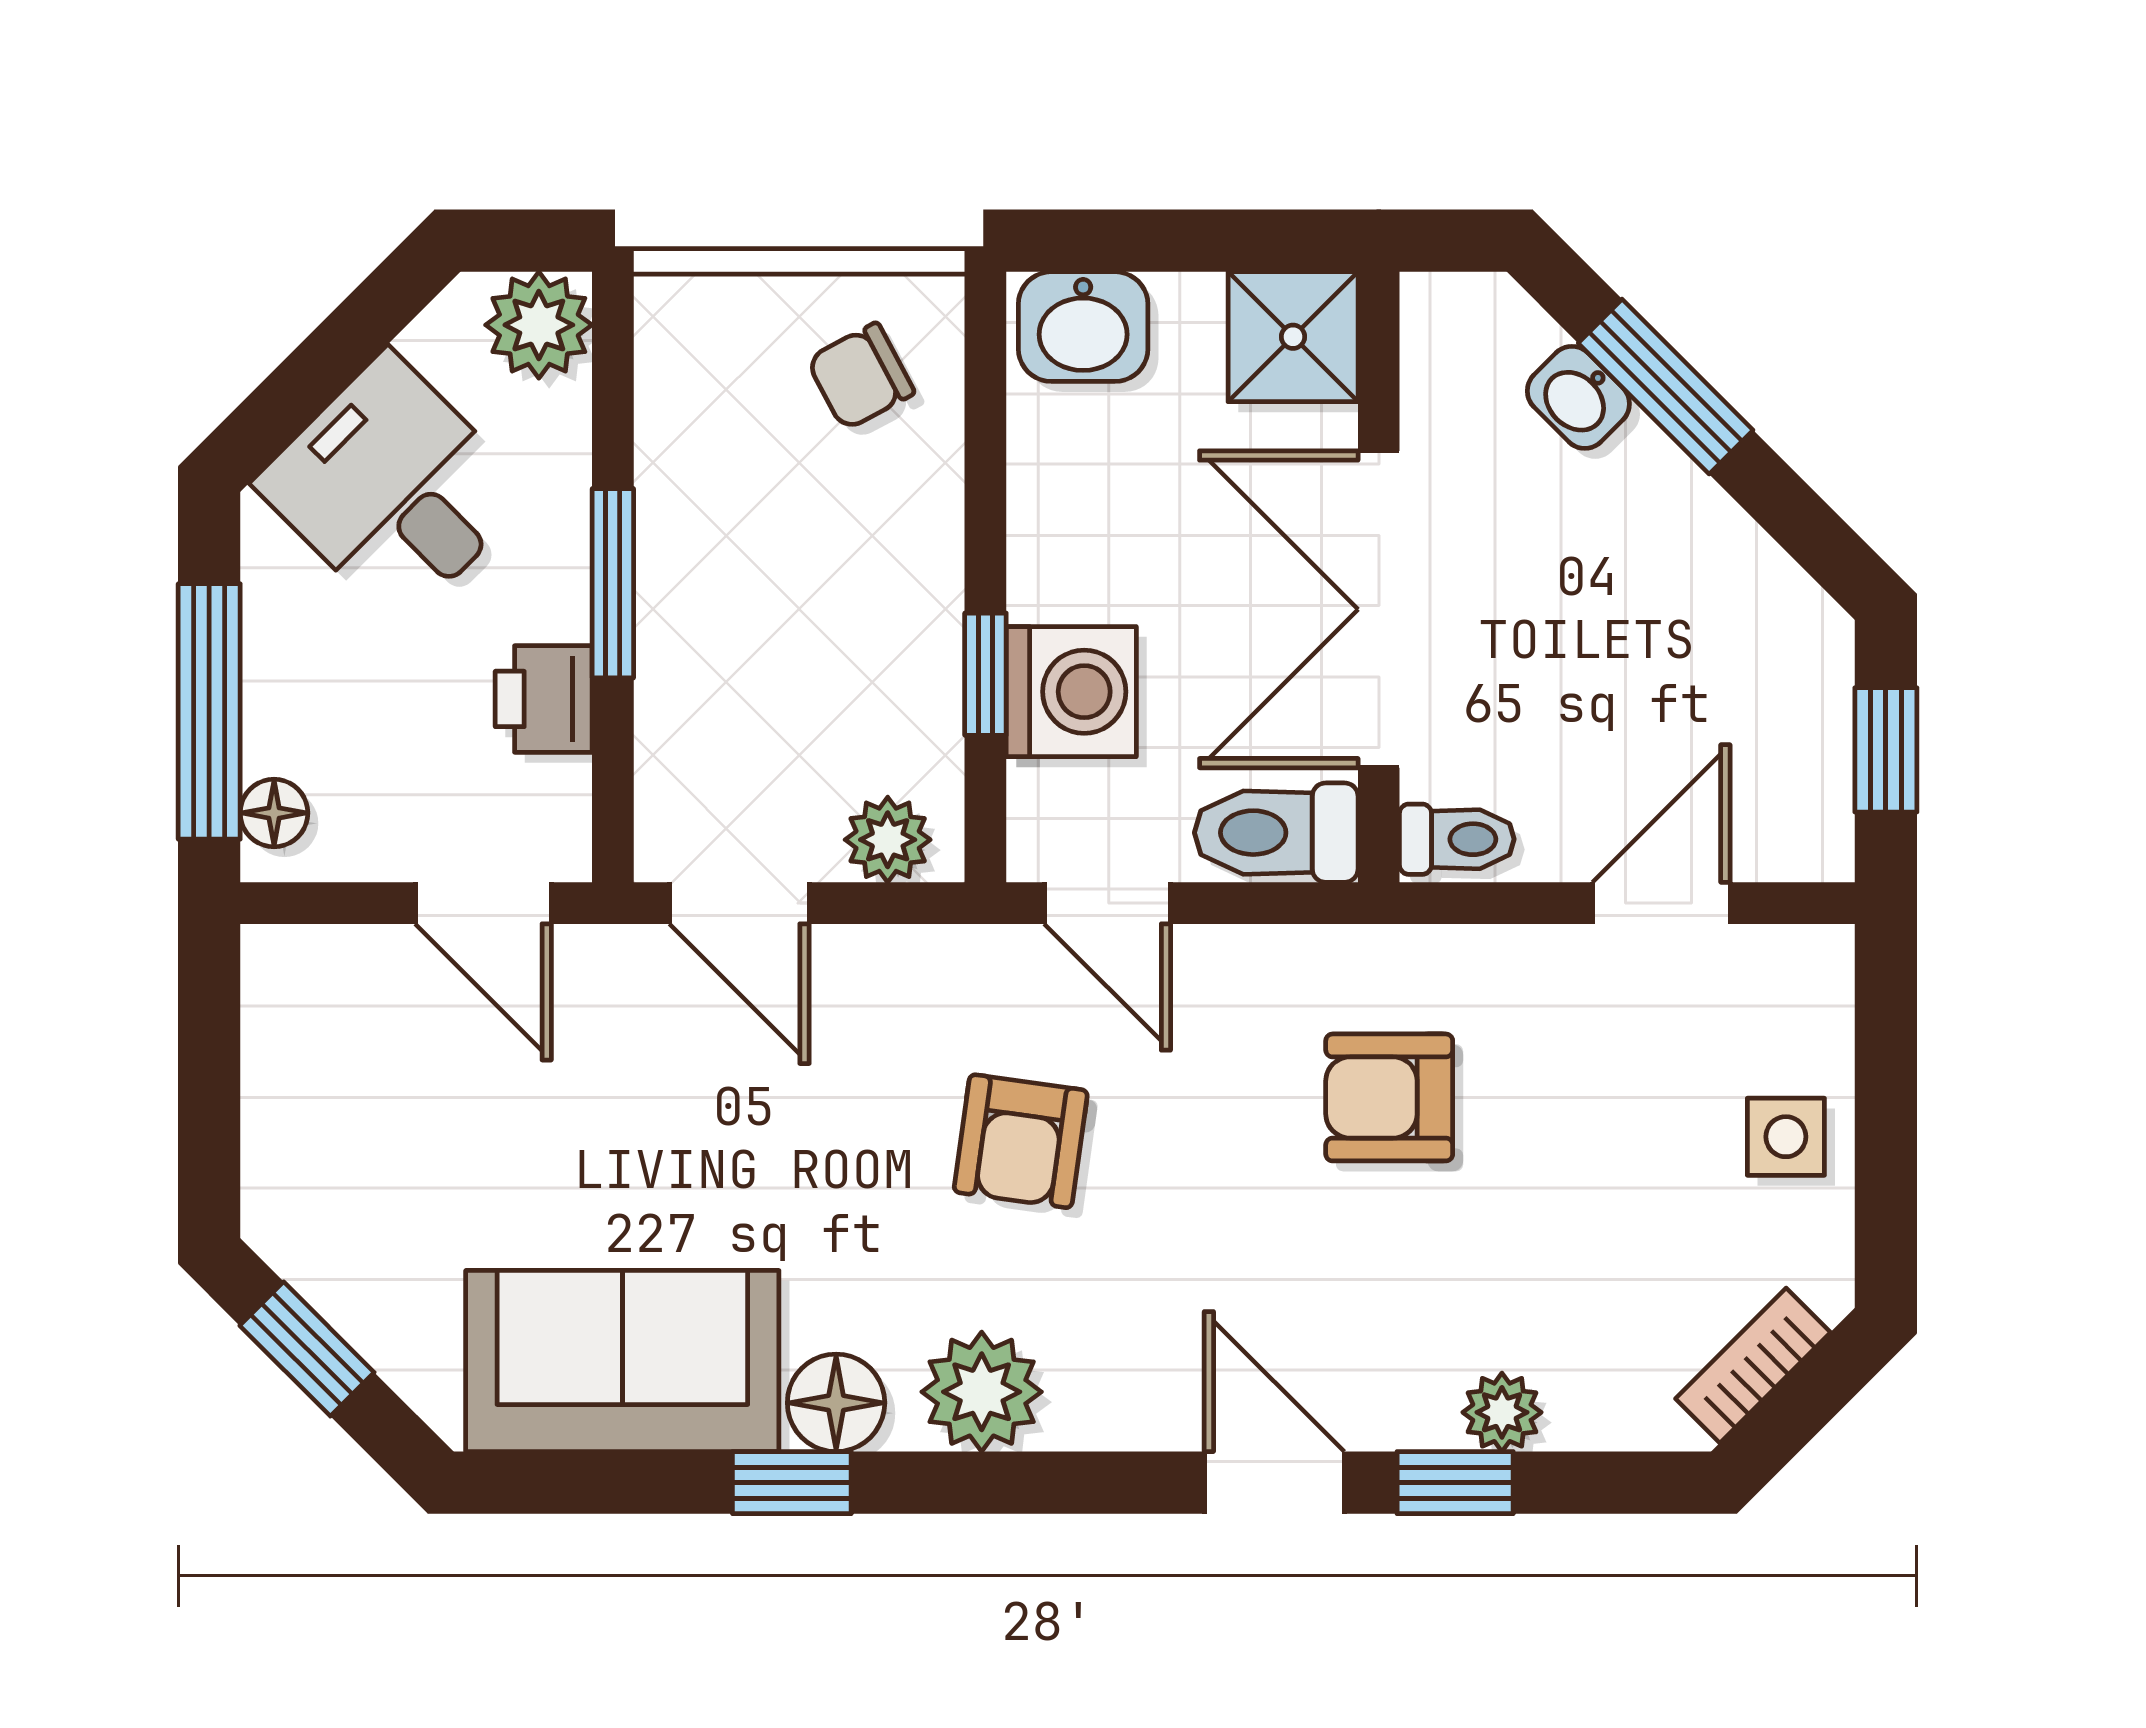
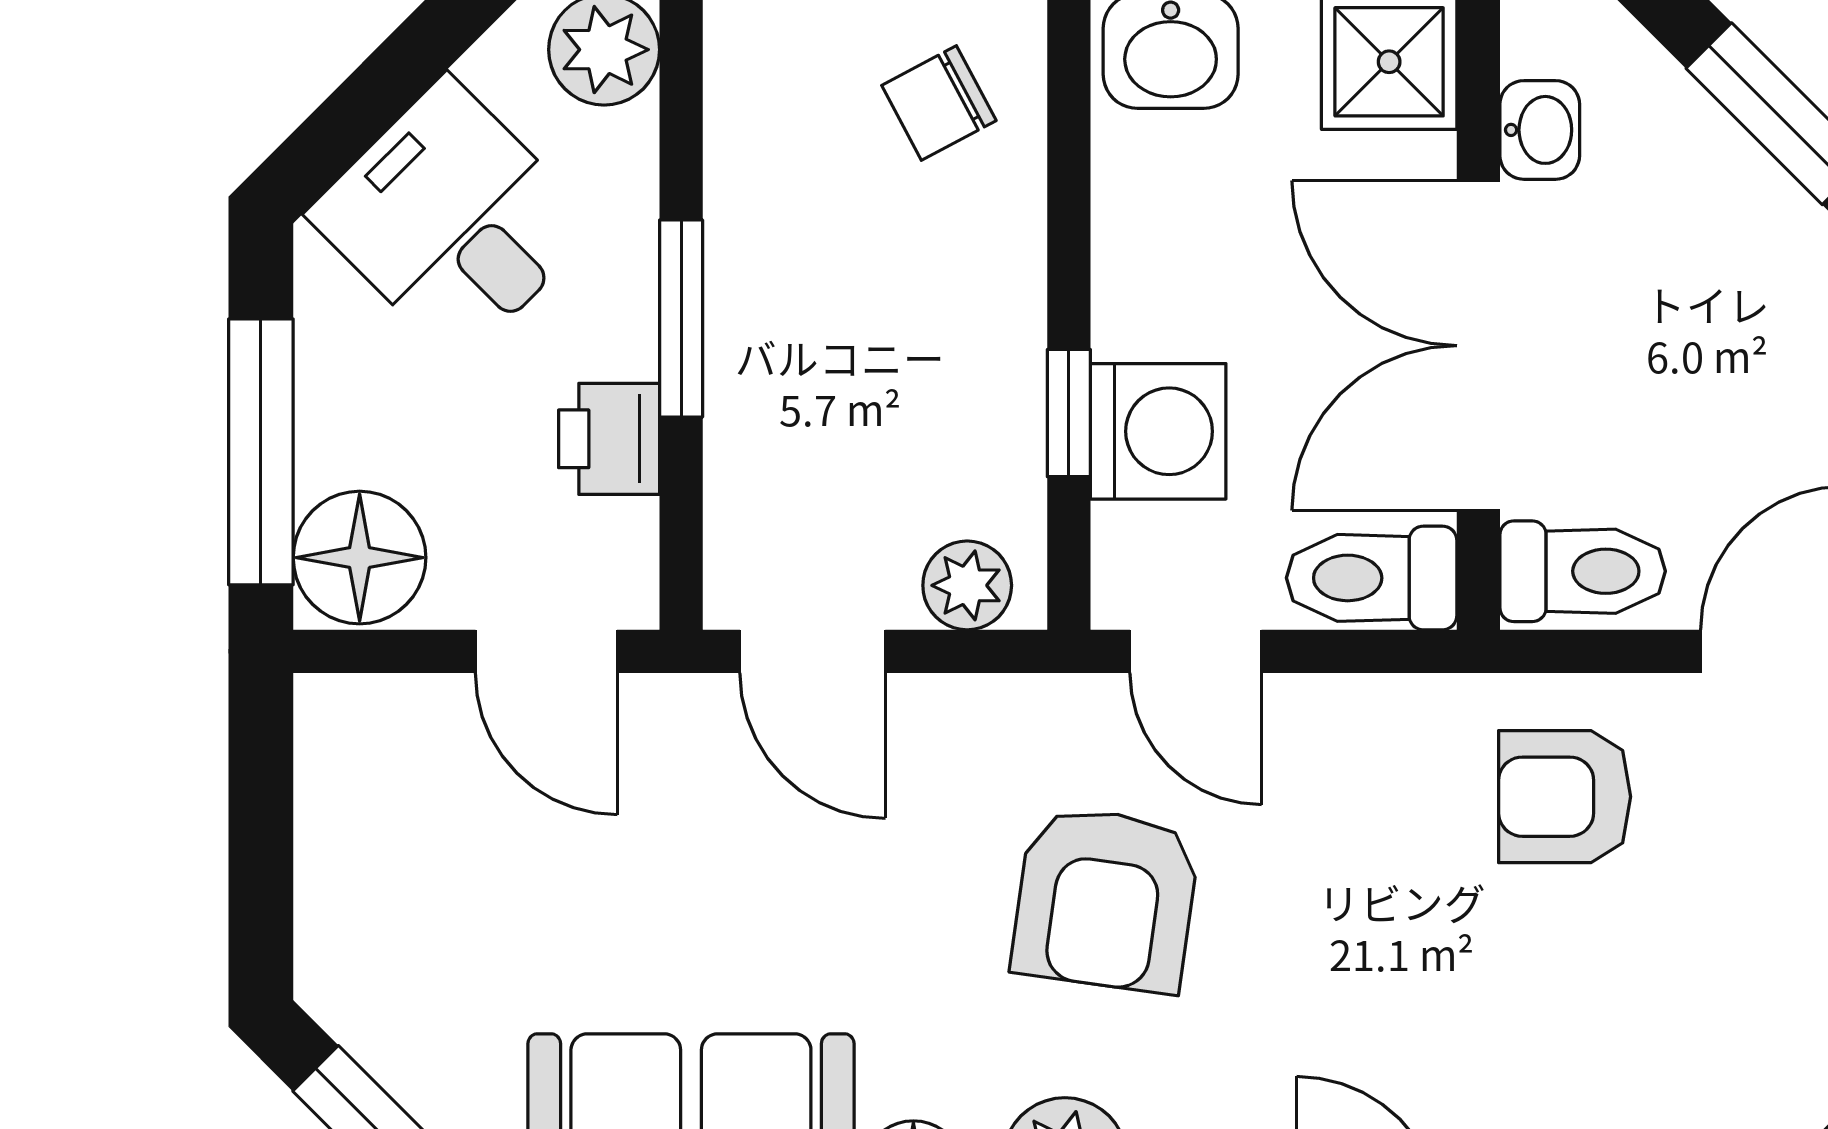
washbasin: (1578, 397) -> (1540, 130), moved, turned -135
floor lamp: (274, 813) -> (360, 558), width x1.89, depth x1.89
toilet: (1457, 839) -> (1583, 571), width x1.37, depth x1.39
armchair: (1389, 1097) -> (1565, 797), moved
armchair: (1021, 1141) -> (1106, 899), width x1.38, depth x1.38

